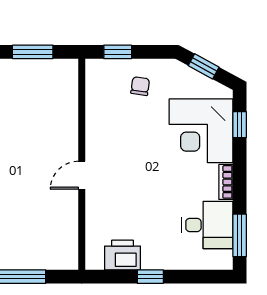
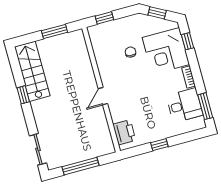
chair: (140, 86) -> (130, 52), moved
printer: (123, 255) -> (124, 132), moved, turned 90

